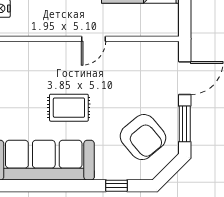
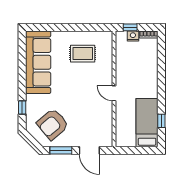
rug: (69, 108) -> (83, 54), moved, turned 90

